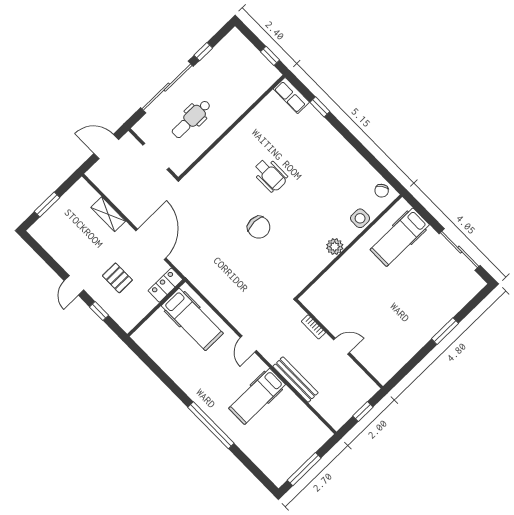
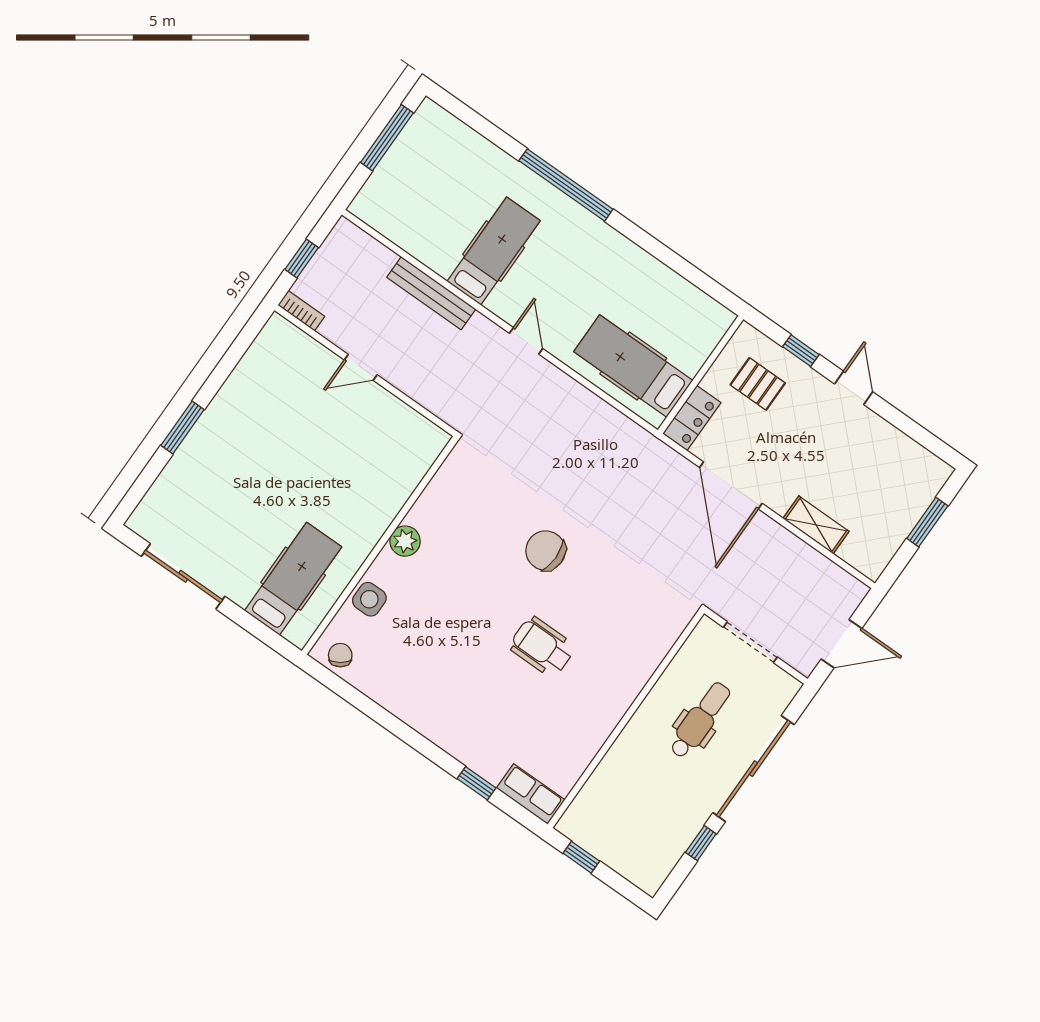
pallet: (117, 278) -> (758, 384), moved
bookcase: (313, 327) -> (301, 311), moved

